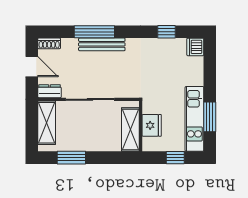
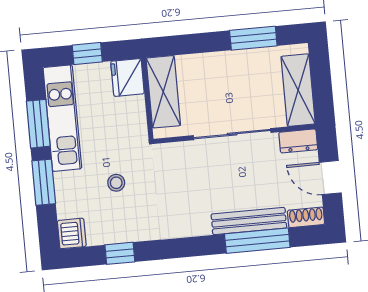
window: (94, 32) -> (257, 241), moved
bench: (102, 44) -> (249, 221), moved
stool: (165, 76) -> (116, 183), added
window: (210, 80) -> (44, 182), added
fridge: (152, 125) -> (127, 77), moved

